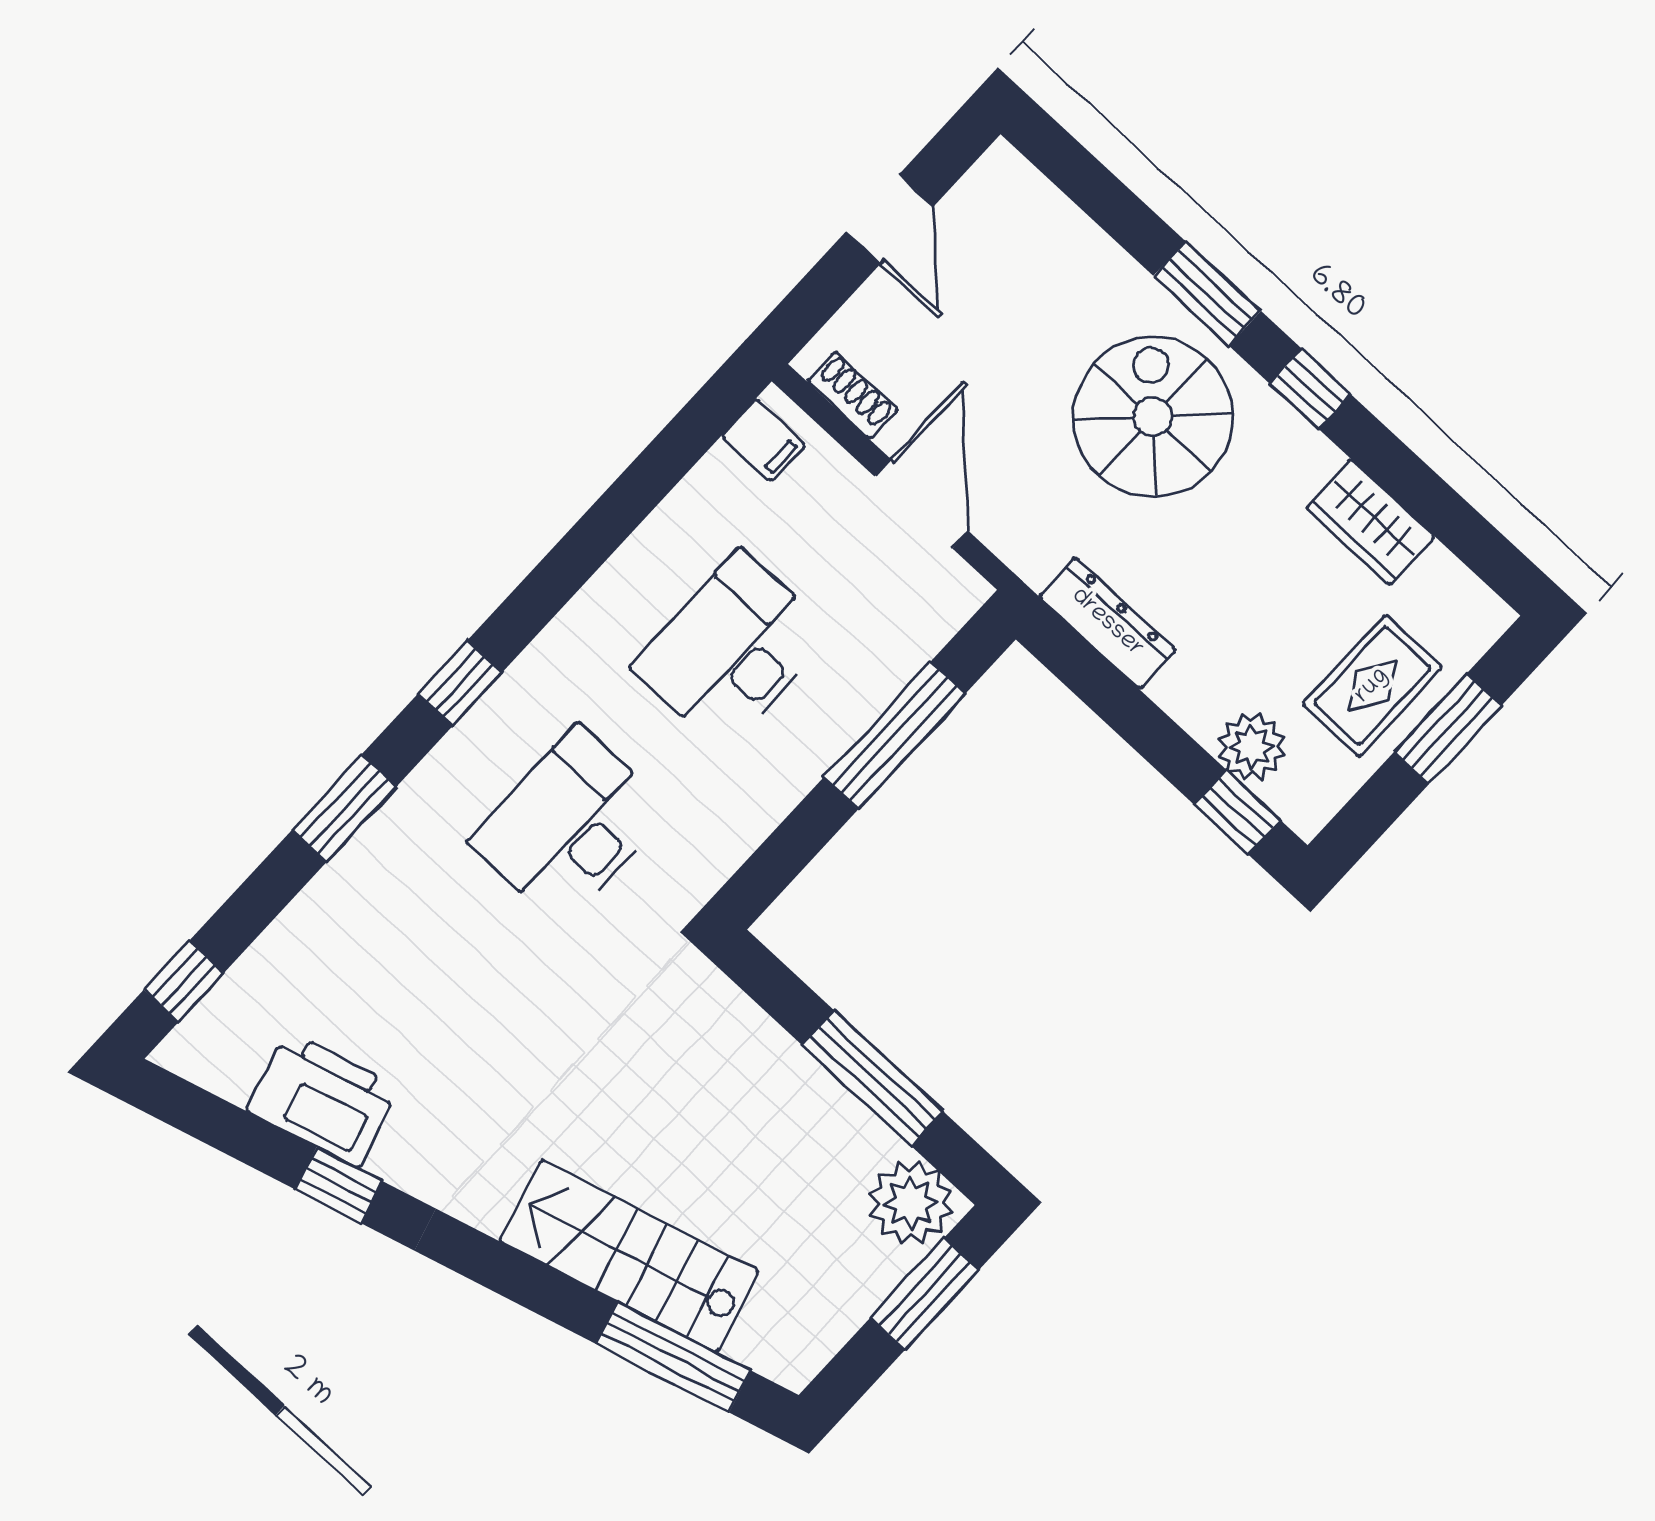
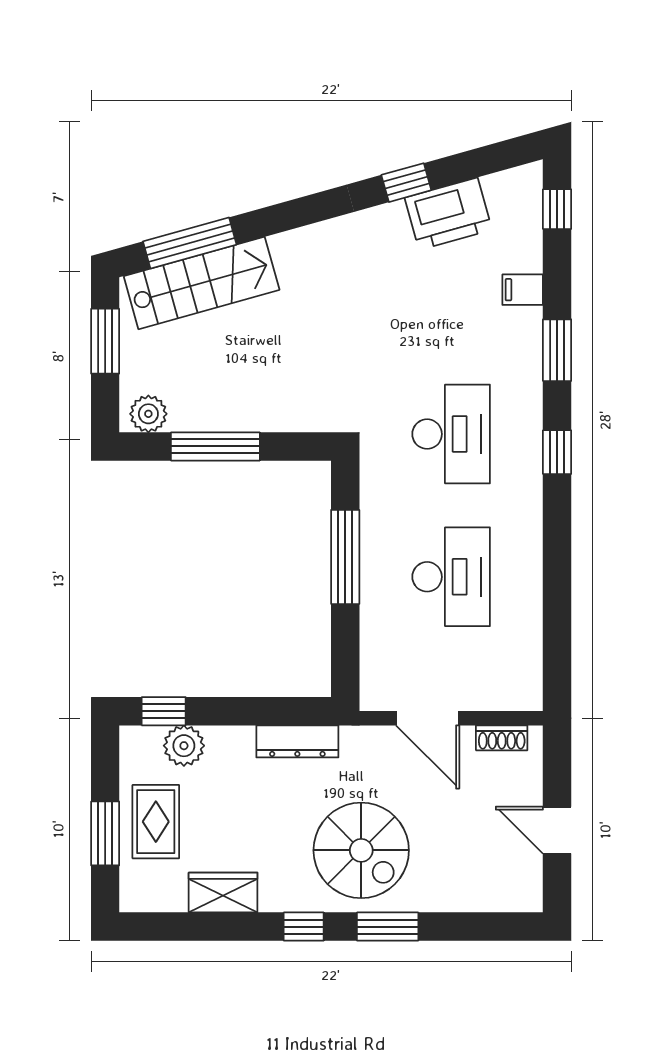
filing cabinet: (763, 440) -> (523, 290), moved
window: (894, 735) -> (345, 557), moved
plant: (910, 1203) -> (148, 414), width x0.73, depth x0.73
stairs: (629, 1256) -> (202, 283), moved
window: (925, 1294) -> (105, 341), moved

